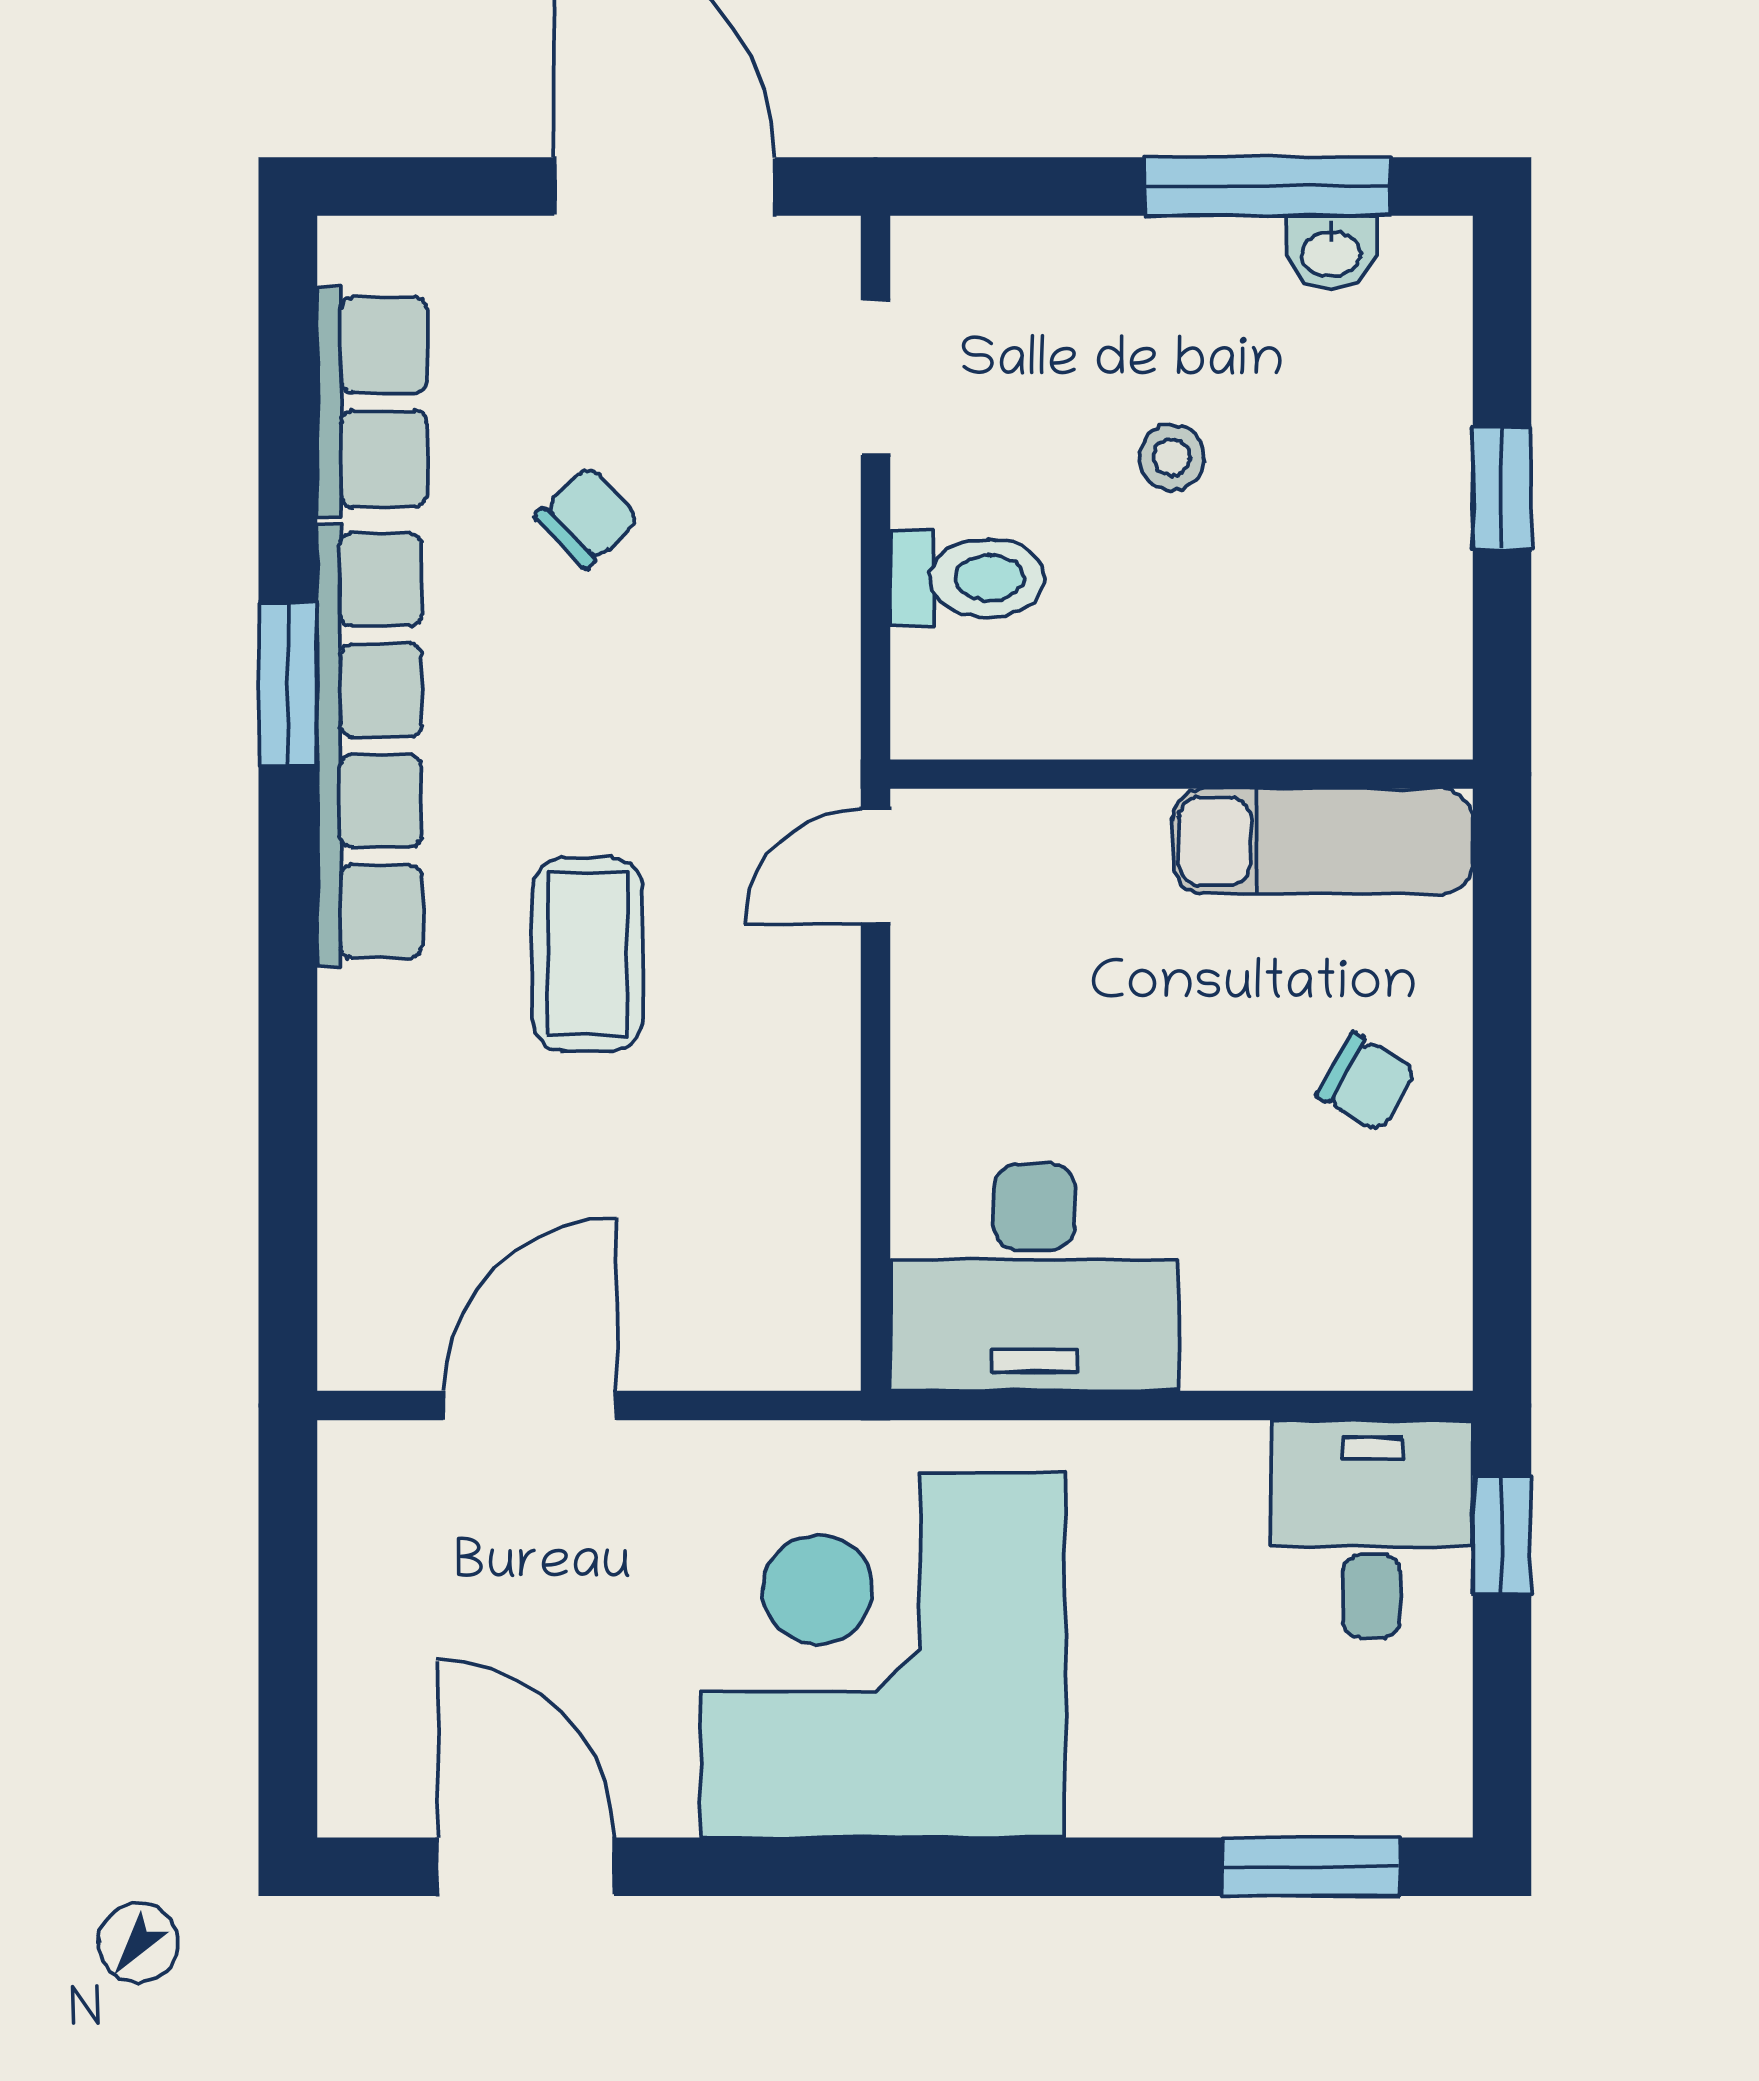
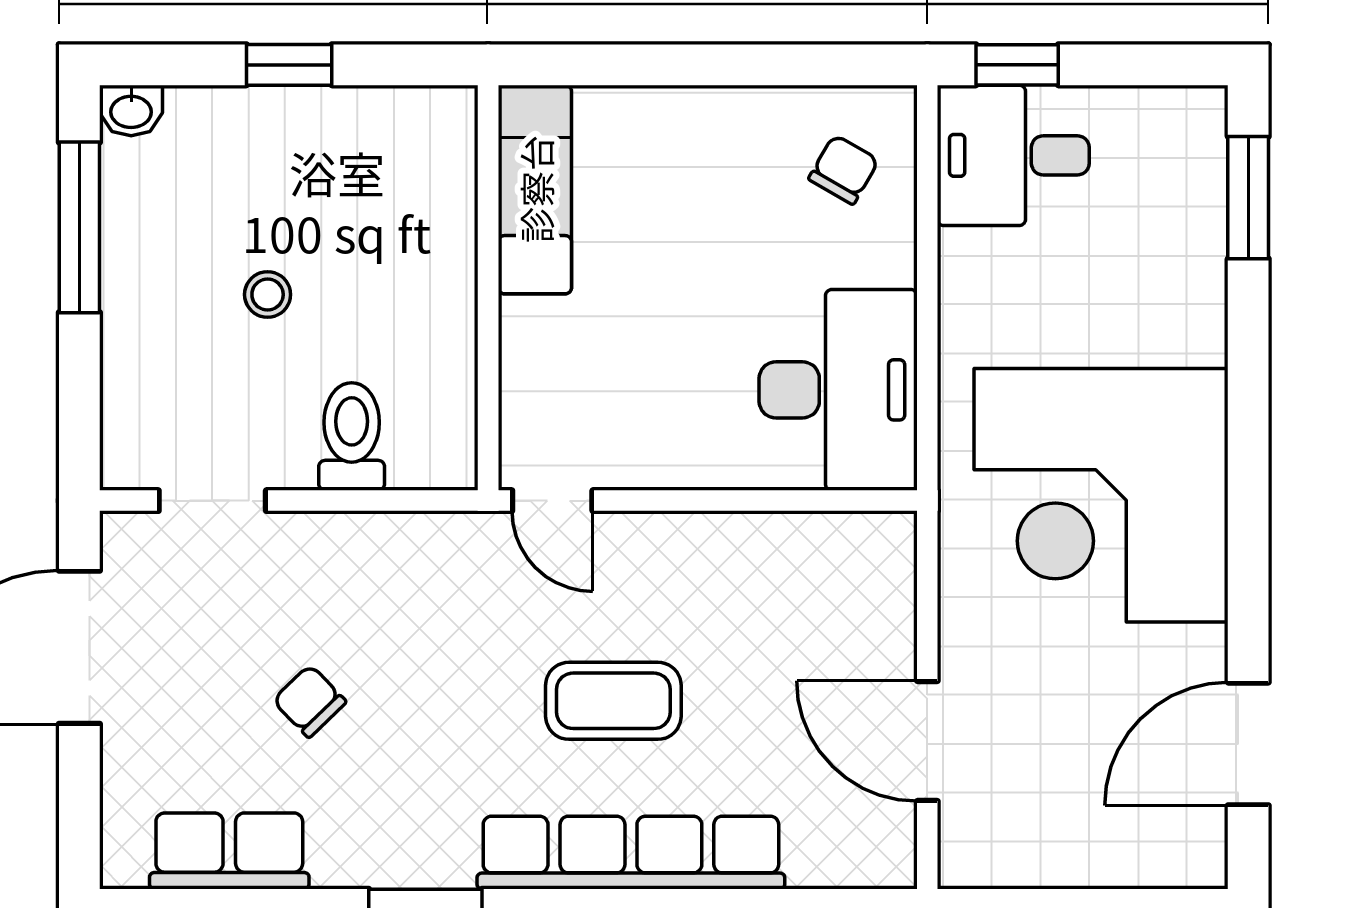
washbasin: (1331, 252) -> (131, 110), moved, turned 90
row of seats: (369, 745) -> (631, 853), moved
chair: (1367, 1082) -> (844, 170), moved

